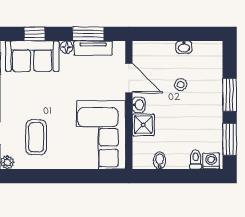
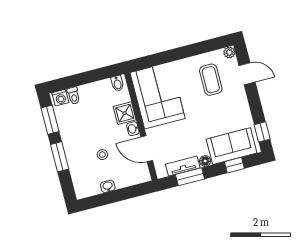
bidet: (160, 161) -> (117, 83), moved

